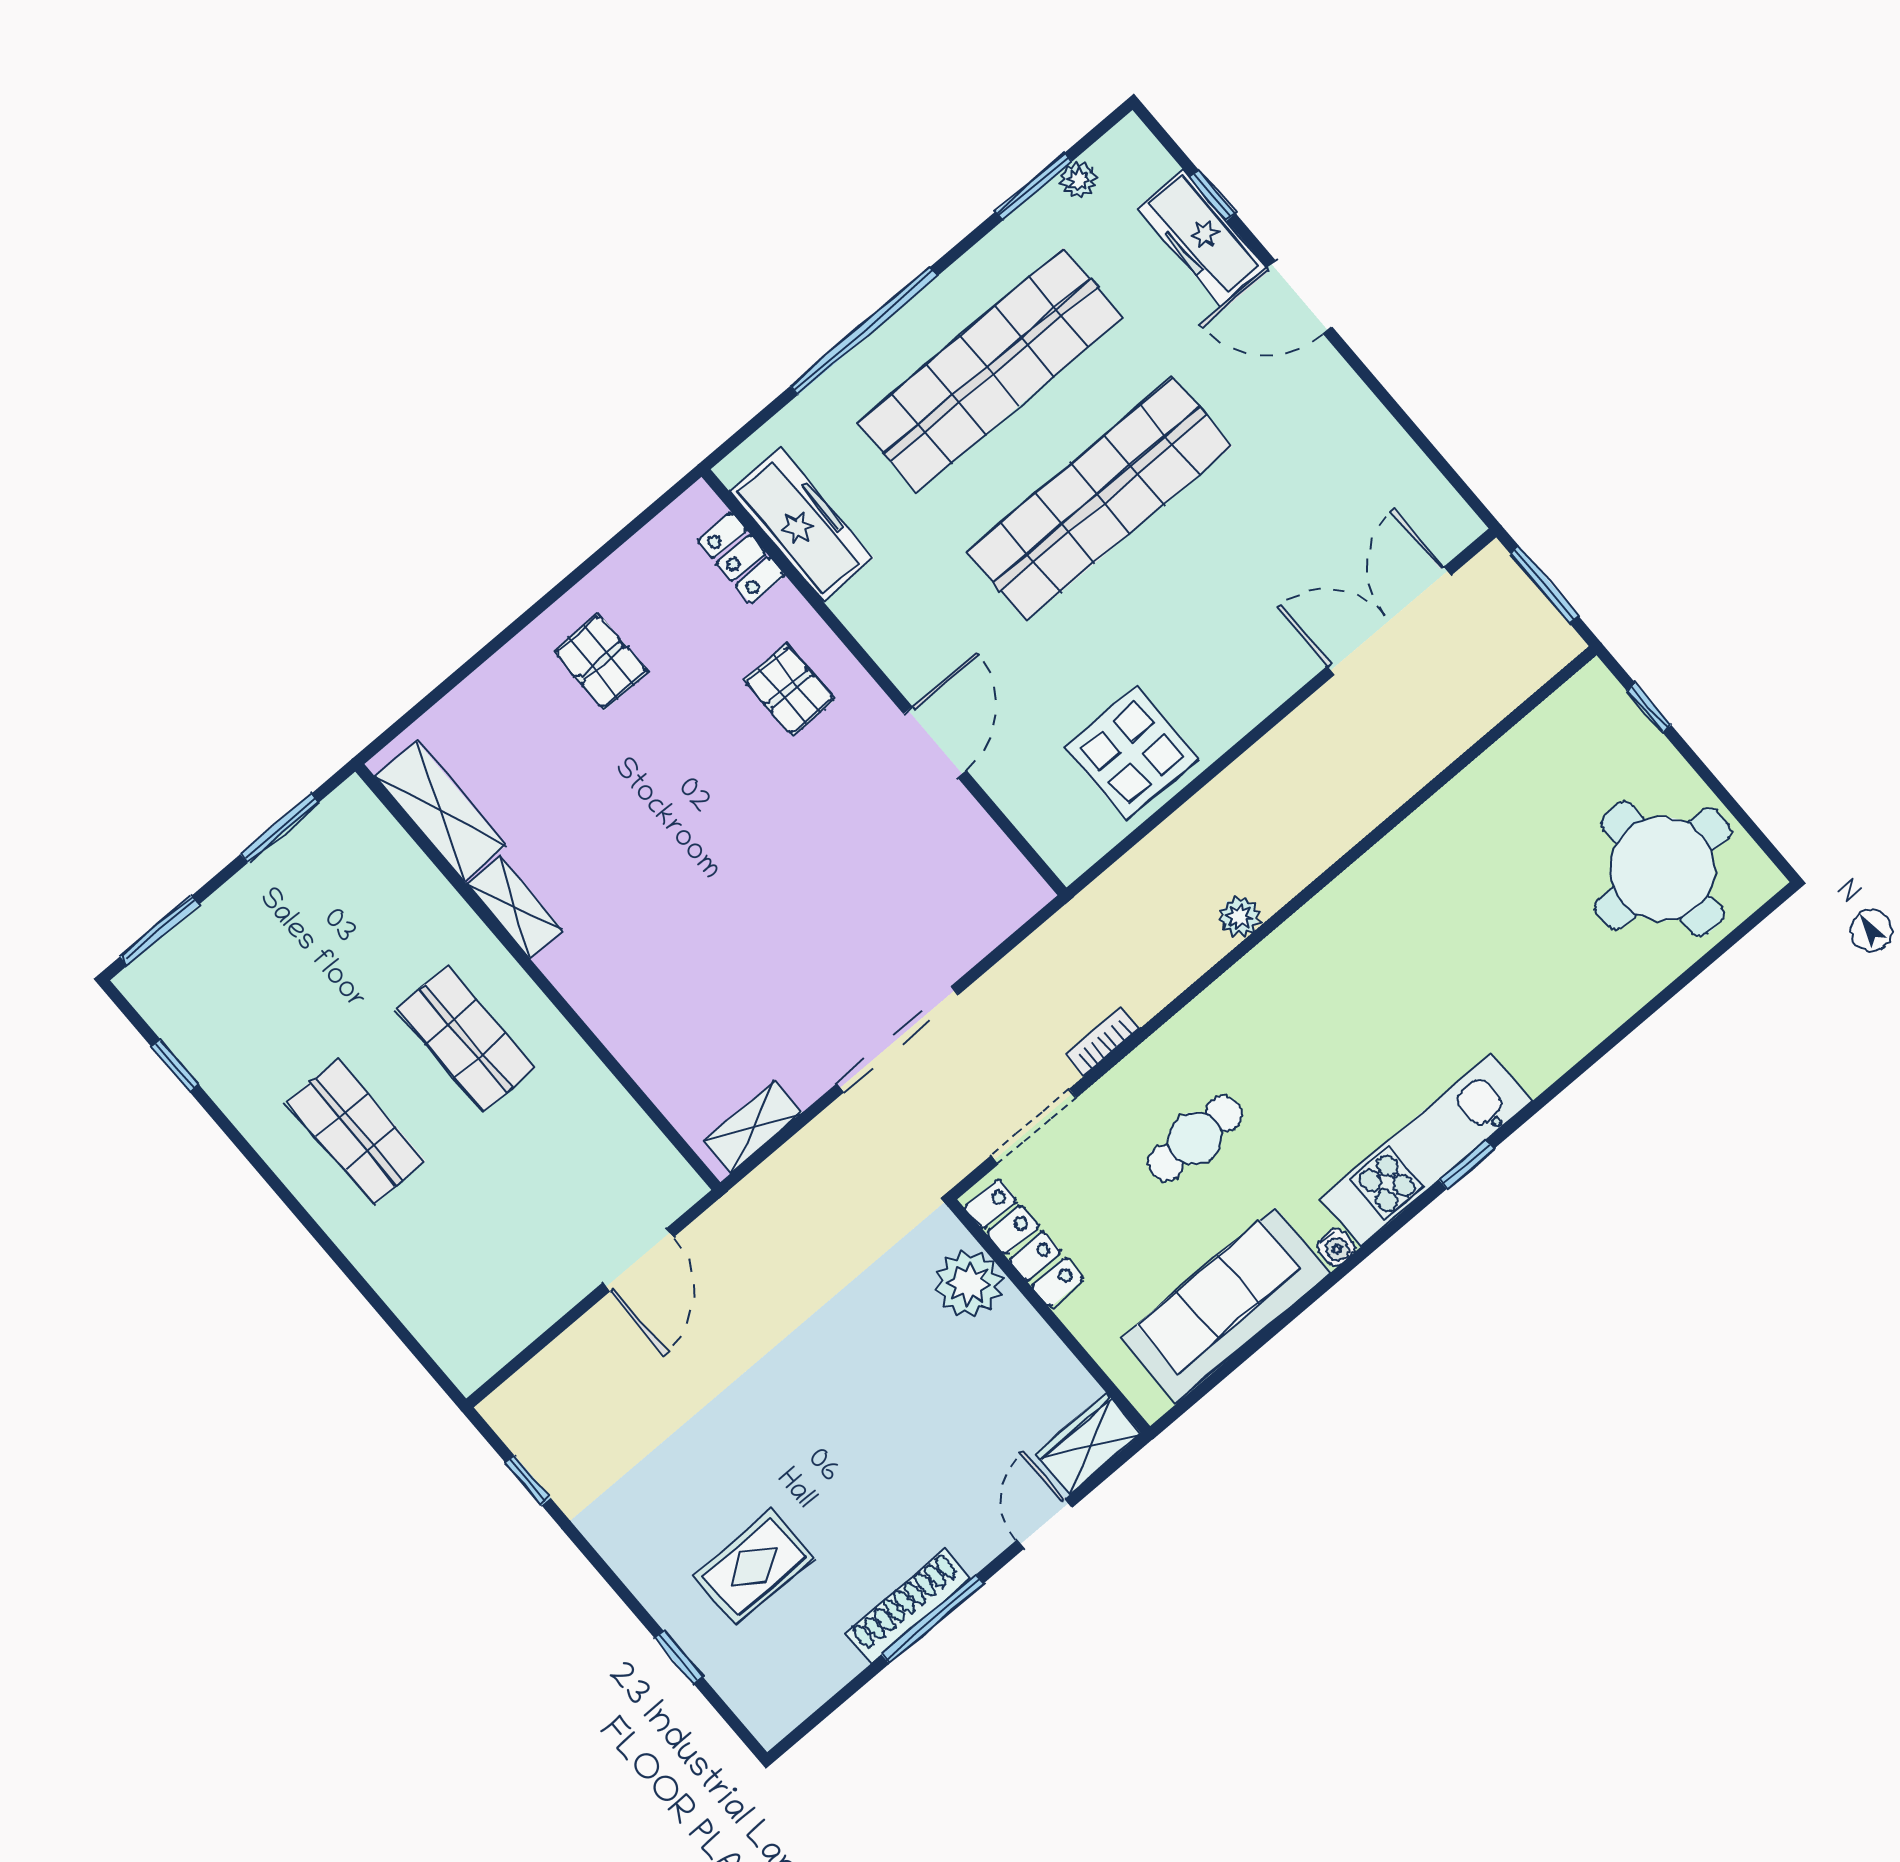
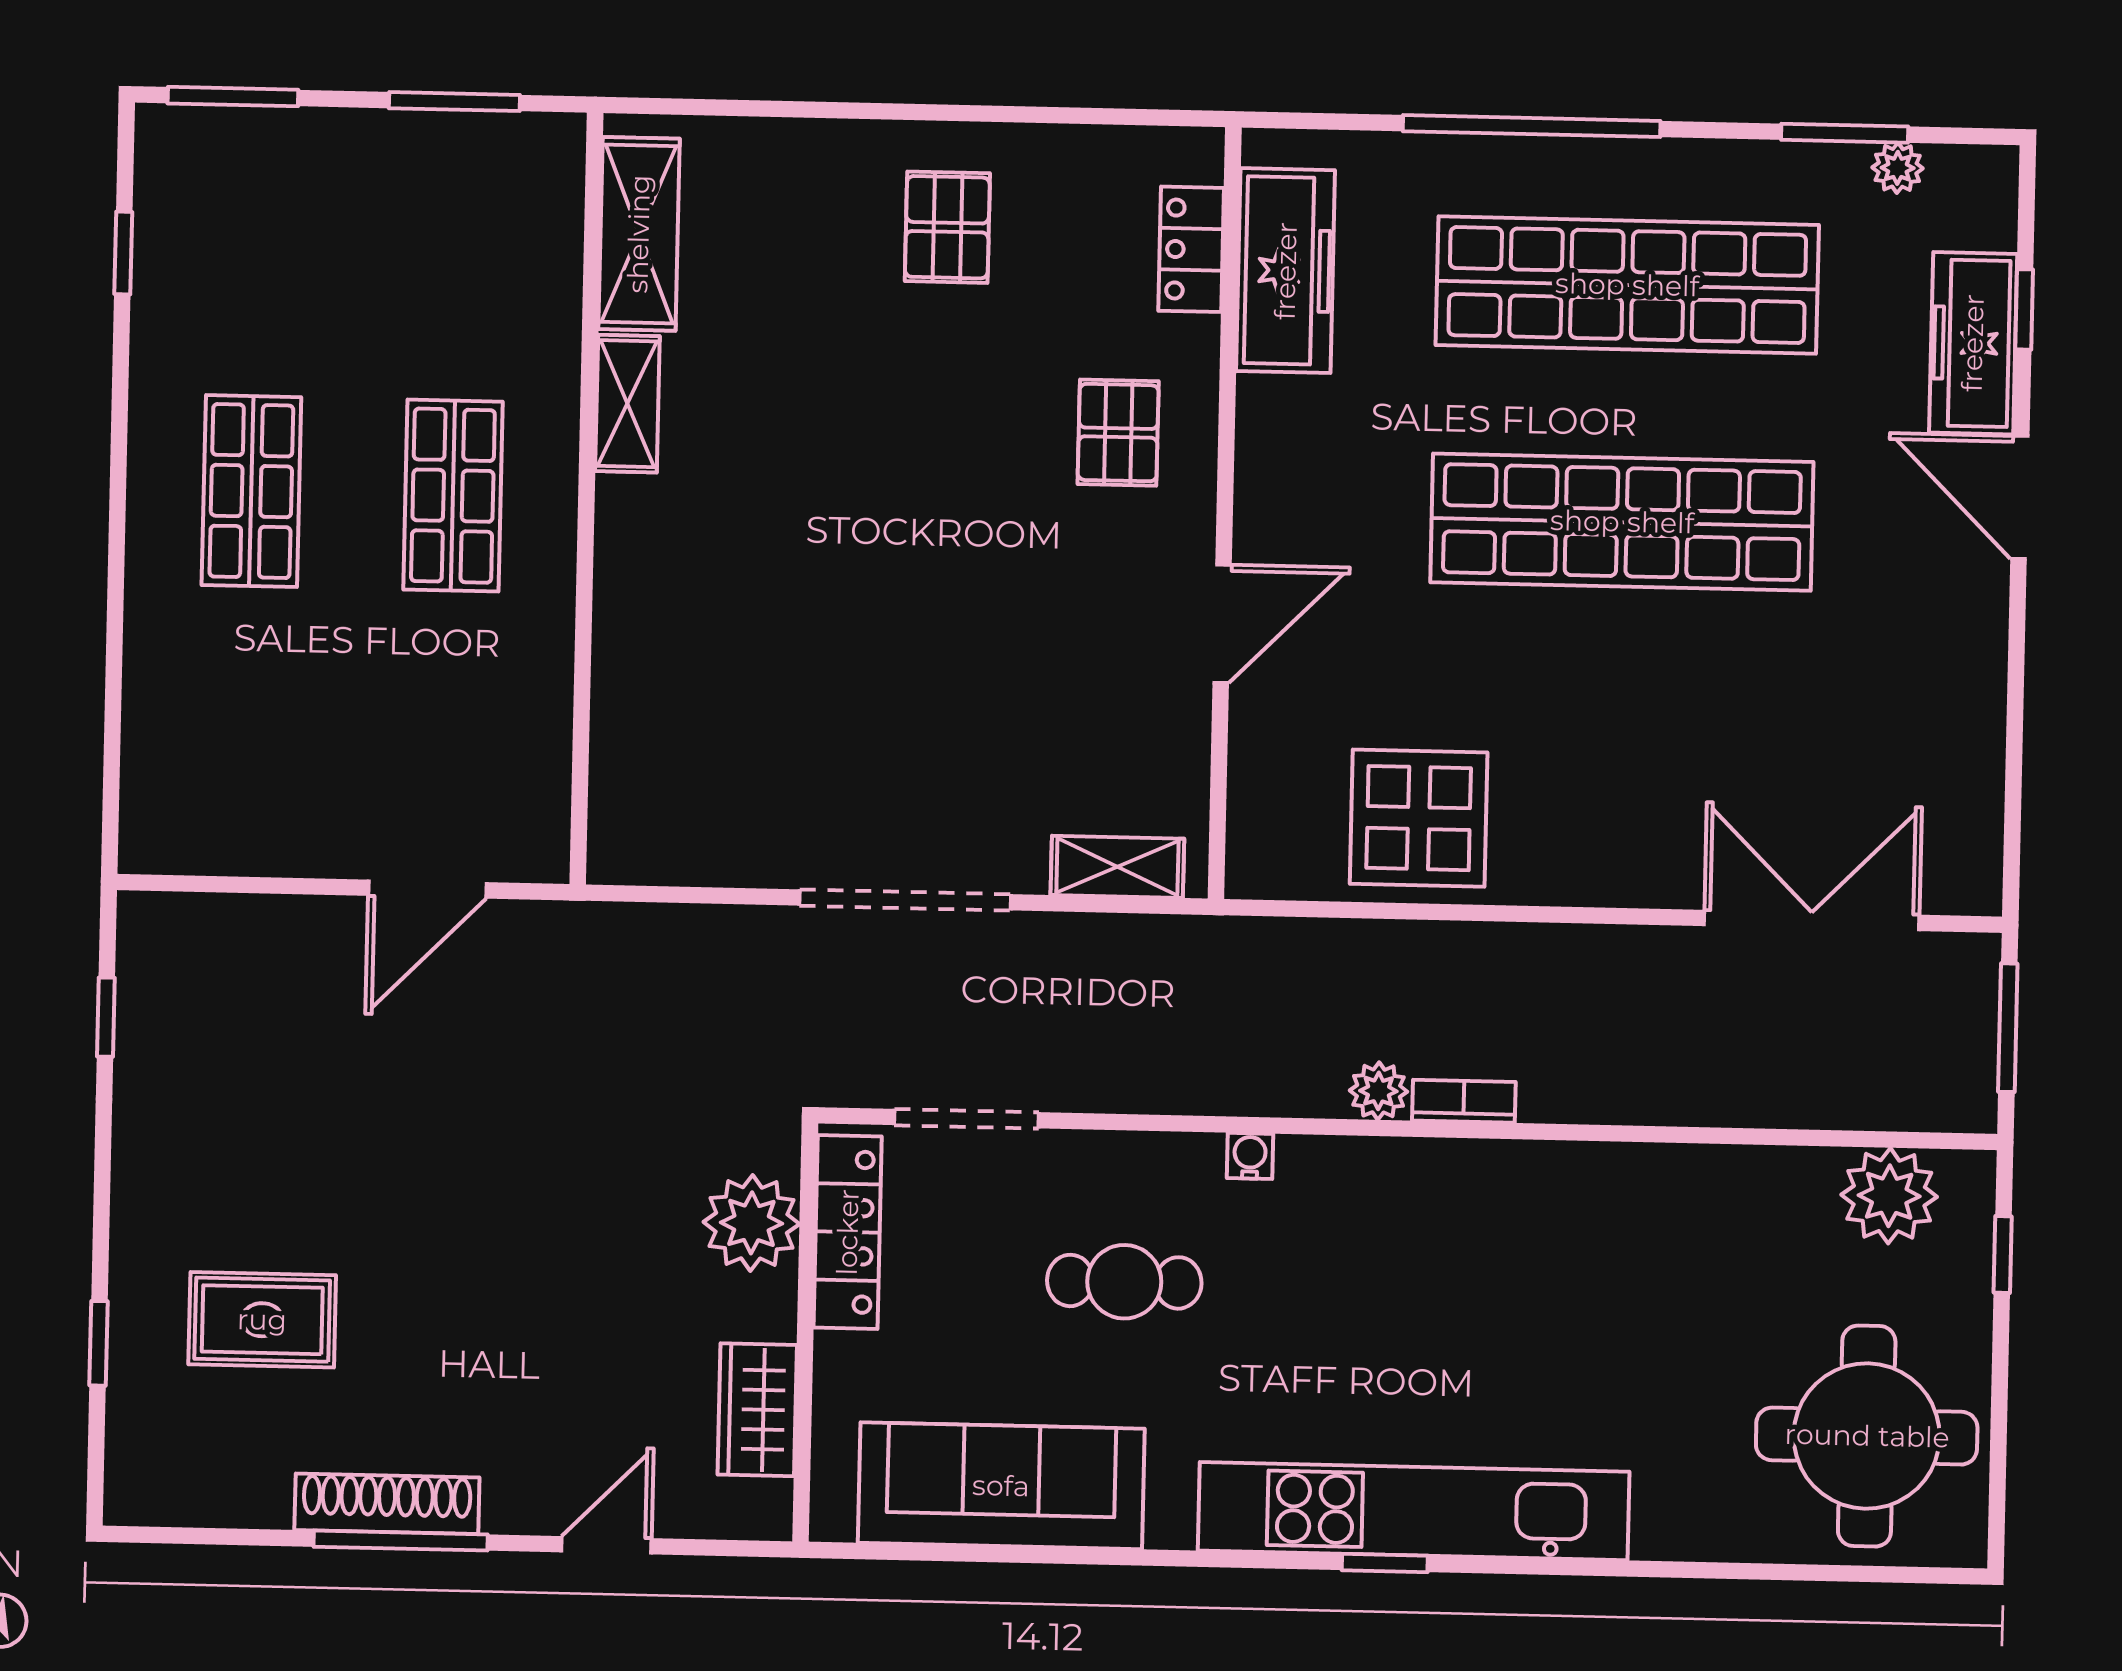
plant: (1561, 730) -> (1889, 1196), added
bookcase: (1102, 1042) -> (1464, 1101), moved
shelving: (753, 1127) -> (1117, 867), moved
kitchen unit: (1426, 1150) -> (1414, 1511), width x1.36
water cooler: (1336, 1247) -> (1250, 1156), moved, turned 180
wardrobe: (1088, 1443) -> (757, 1410), moved, turned -90

